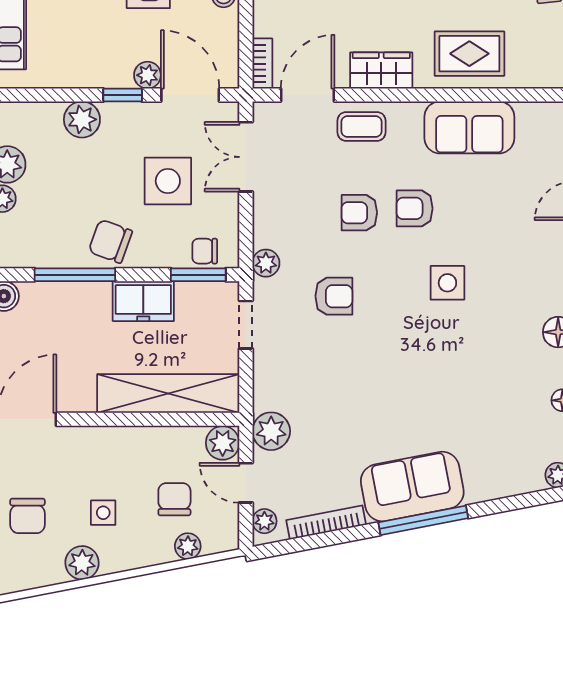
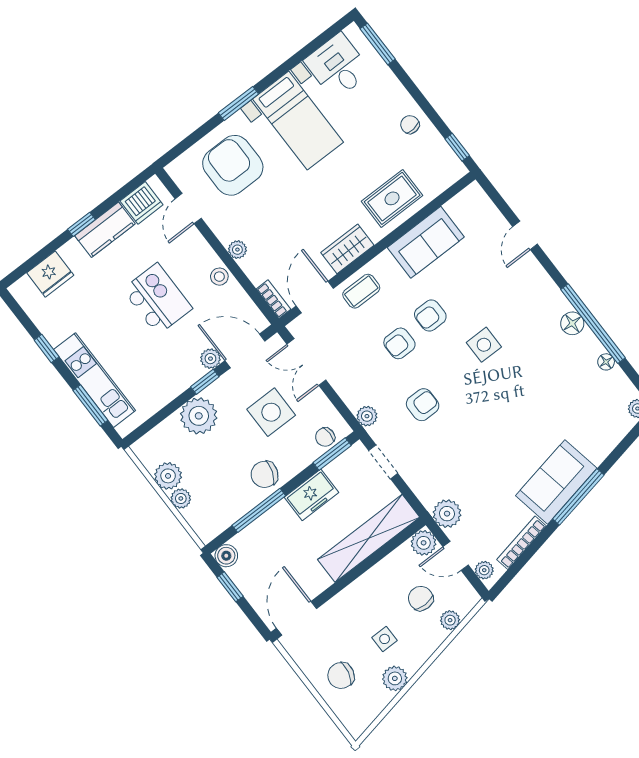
plant: (82, 119) -> (199, 416), width x1.36, depth x1.36
chair: (27, 516) -> (341, 676), turned 104

